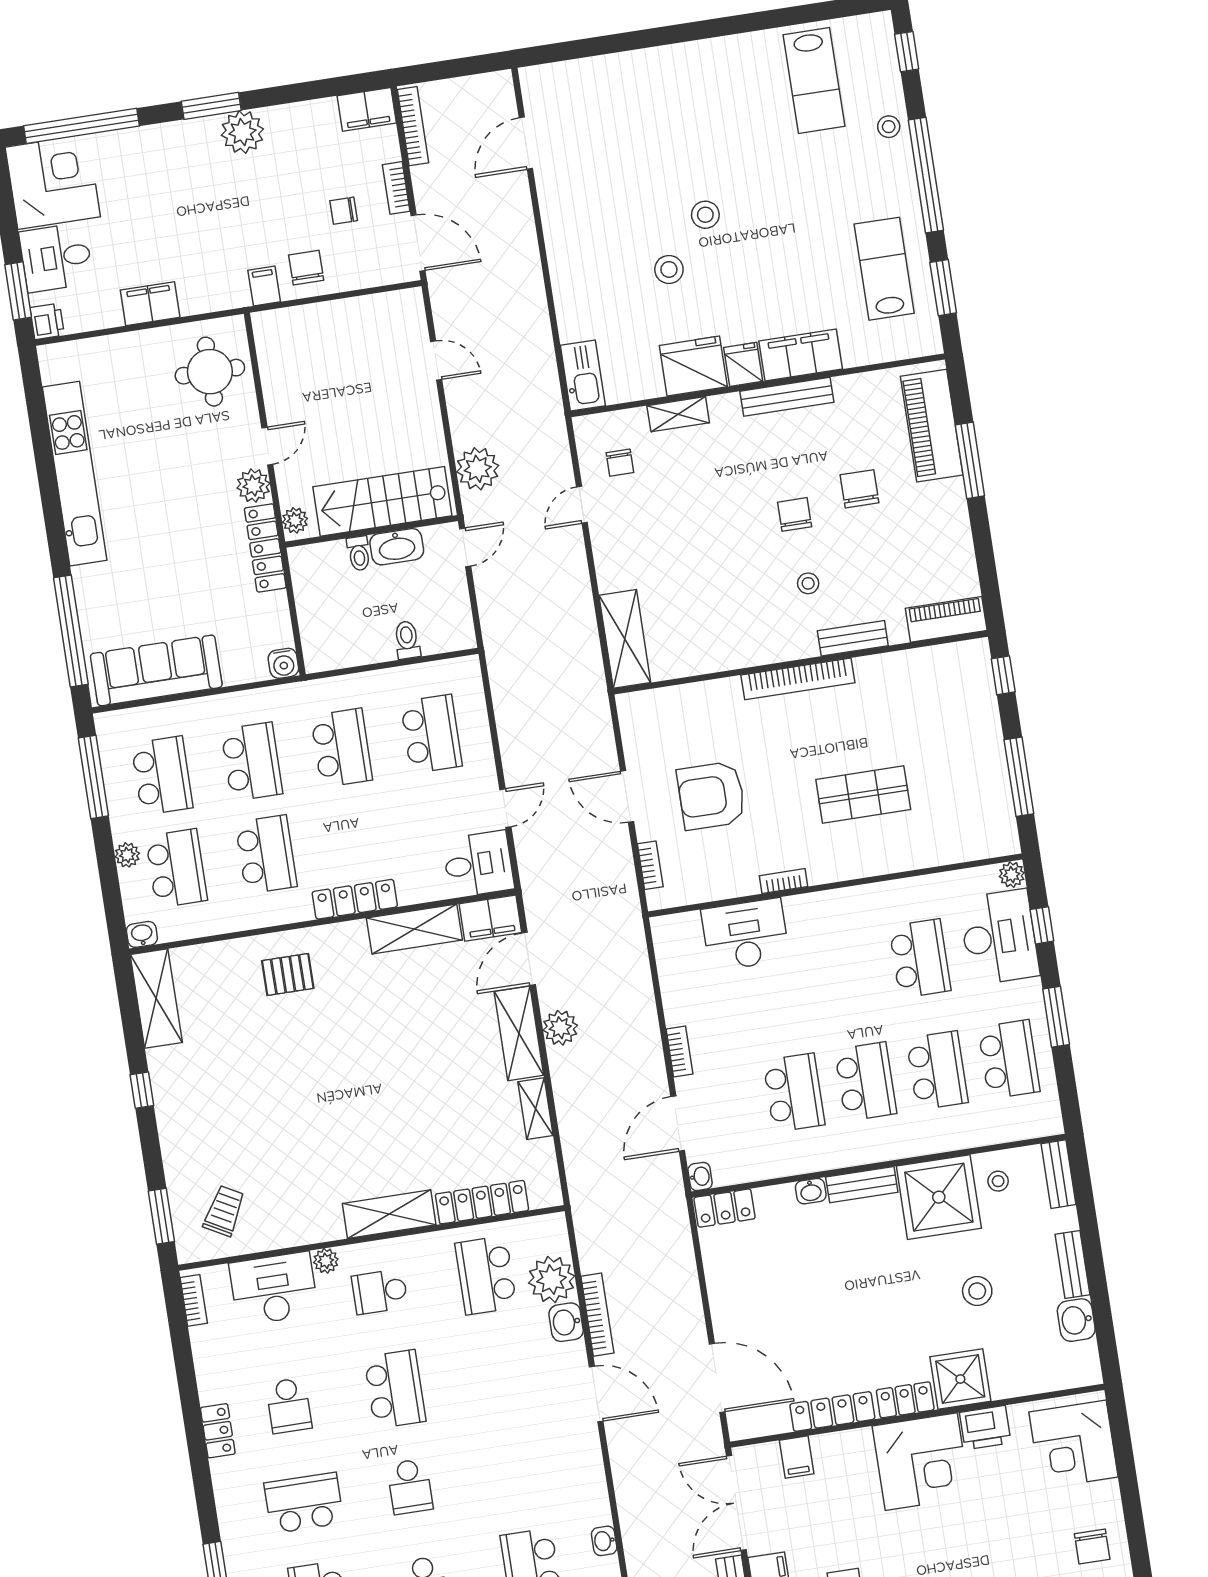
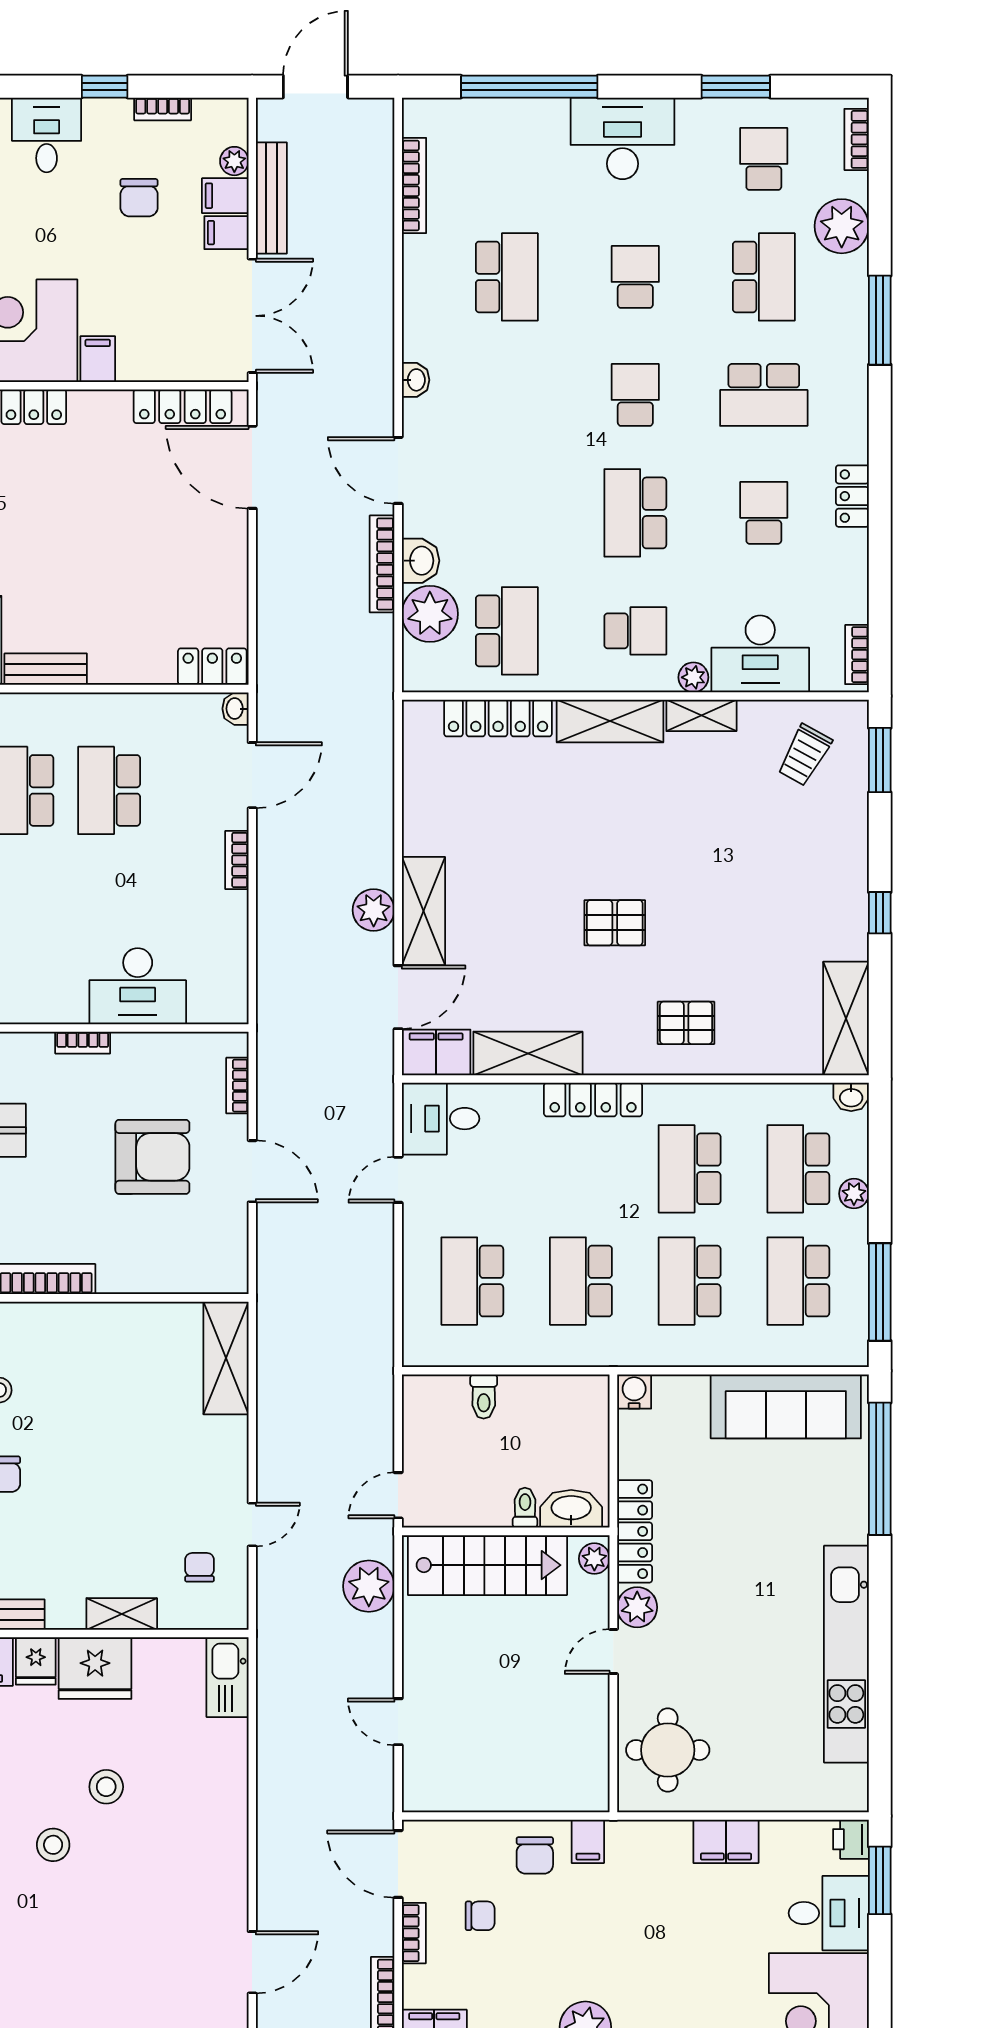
washbasin: (397, 547) -> (571, 1509), moved
pallet: (359, 1048) -> (615, 923), added
shelving: (536, 1109) -> (701, 715), moved, turned 90
washbasin: (811, 1191) -> (107, 671), removed
locker: (832, 1411) -> (183, 406), moved
filing cabinet: (797, 1457) -> (98, 359), moved
washbasin: (604, 1541) -> (416, 380), moved

